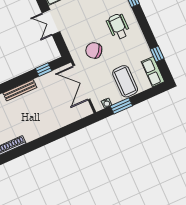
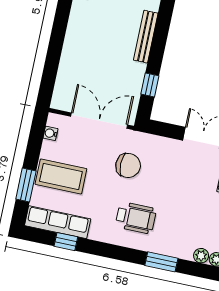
chair: (94, 50) -> (128, 165), turned 50
row of seats: (153, 72) -> (58, 222), width x1.48
window: (121, 106) -> (26, 185), moved

